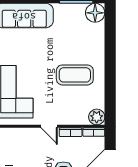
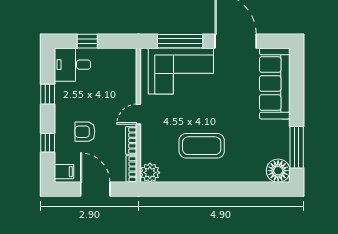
coffee table: (75, 75) -> (202, 146), turned 90

